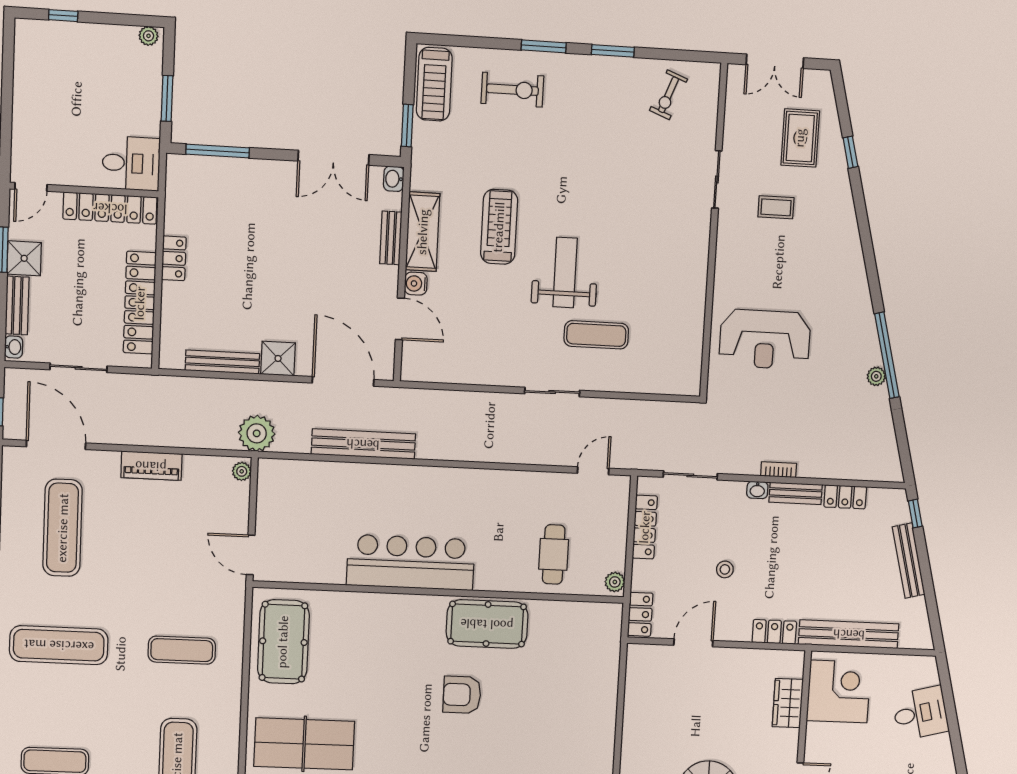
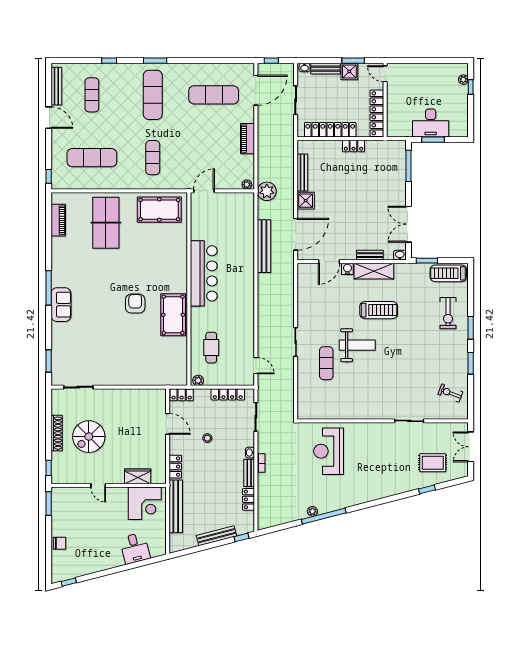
plant: (149, 36) -> (463, 80), moved
desk: (131, 163) -> (431, 123), moved, width x1.37
coffee table: (776, 207) -> (397, 452), removed
cafe table: (554, 554) -> (211, 348), turned 90

